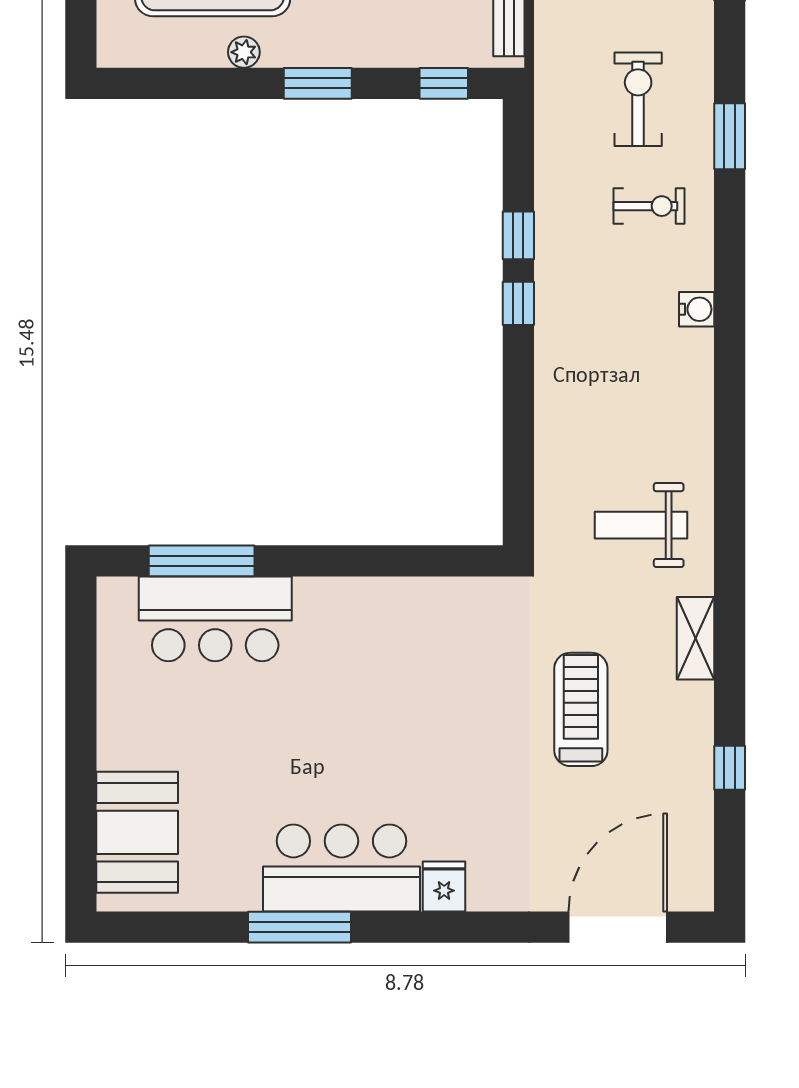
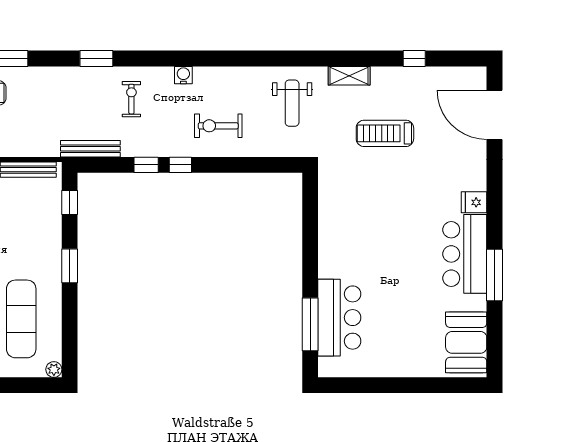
plant: (244, 52) -> (54, 369), moved
exercise bike: (638, 99) -> (218, 126), moved
bench: (550, 125) -> (90, 149), added
booth: (137, 832) -> (466, 342), moved, turned 90

